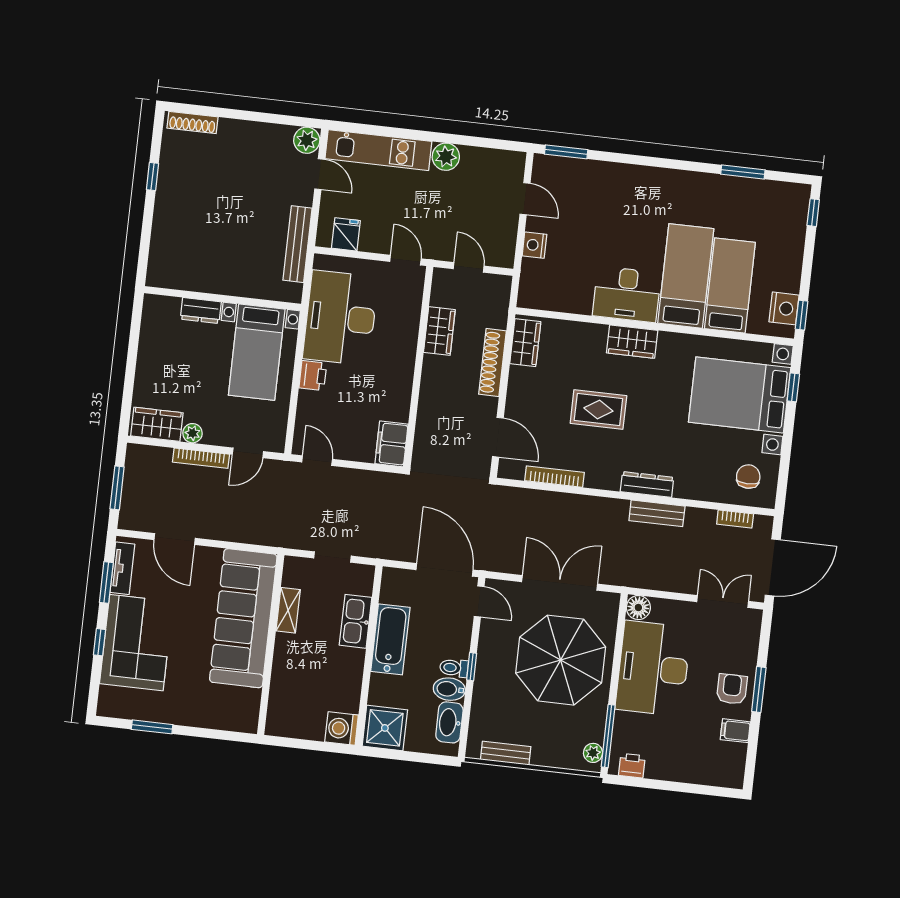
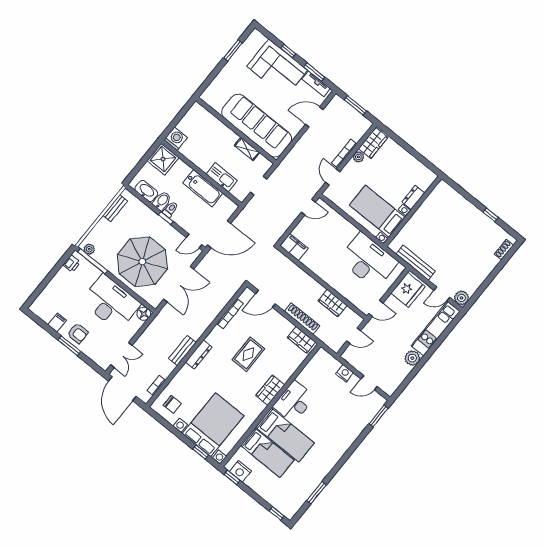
shoe rack: (192, 123) -> (504, 250), width x0.70
fridge: (346, 234) -> (408, 290), width x1.88, depth x1.34
printer: (313, 376) -> (350, 231), removed

